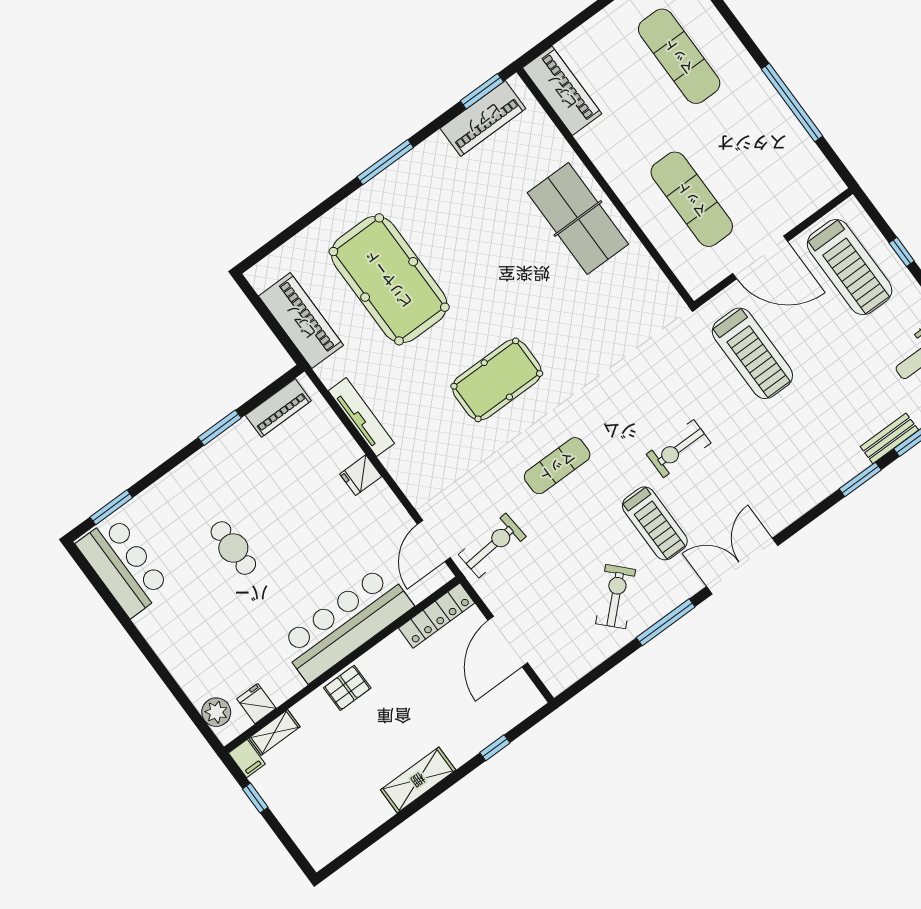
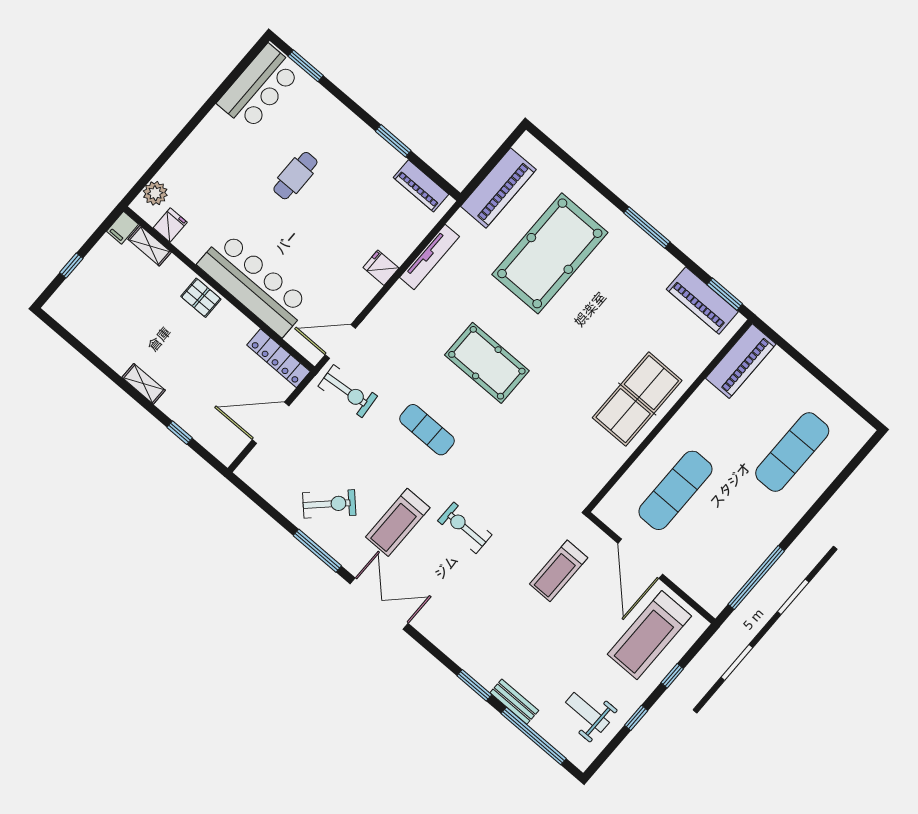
window: (792, 103) -> (756, 578), moved
treadmill: (752, 353) -> (559, 571), width x0.73, depth x0.73
shelving: (418, 780) -> (144, 384), width x0.67, depth x0.75
window: (255, 798) -> (71, 265), moved

